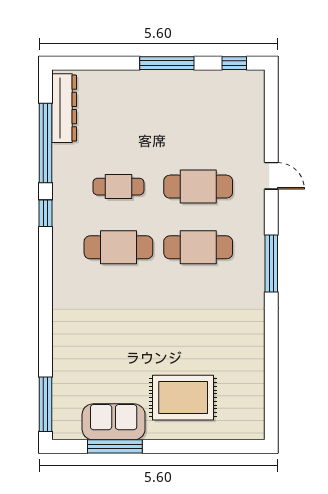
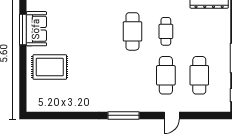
cafe table: (198, 247) -> (199, 75), moved
rug: (183, 398) -> (50, 67), turned 90

